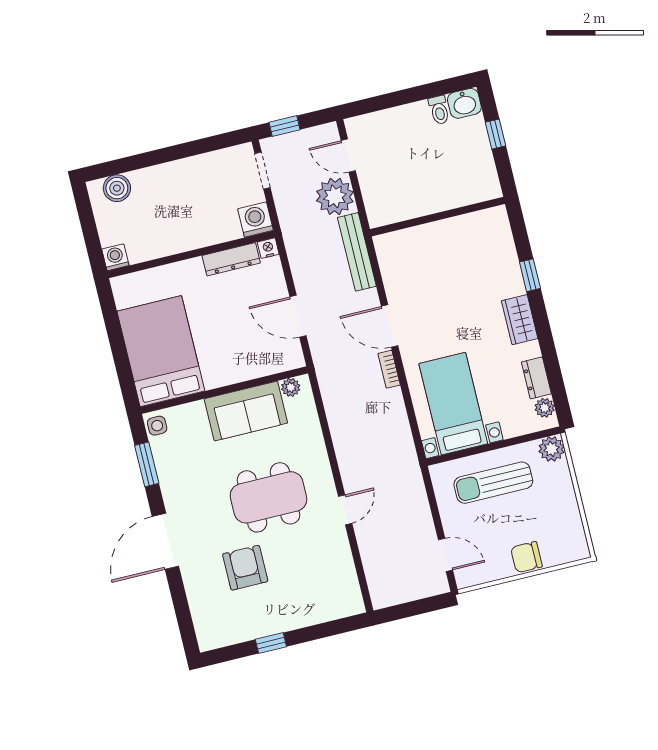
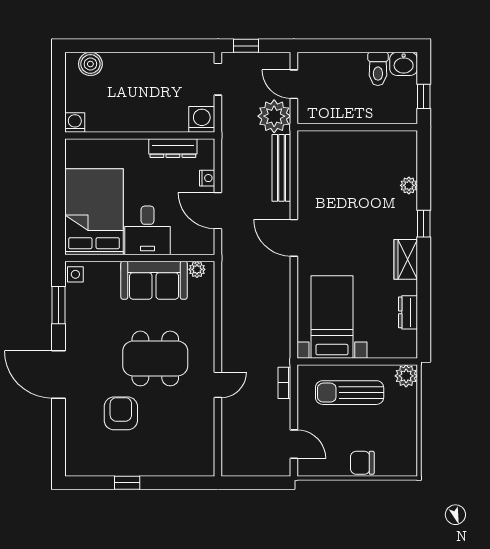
toilet: (439, 110) -> (378, 69), width x1.37, depth x1.39
wall: (437, 217) -> (357, 127), moved
nightstand: (268, 248) -> (207, 178), moved, turned 90
desk: (225, 357) -> (148, 230), added
bookcase: (389, 369) -> (284, 383), moved
plant: (545, 408) -> (409, 185), moved
door: (165, 541) -> (59, 374), hinge flipped

